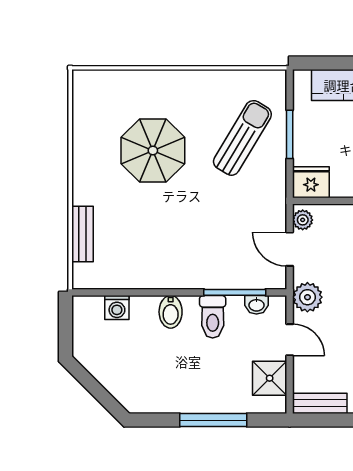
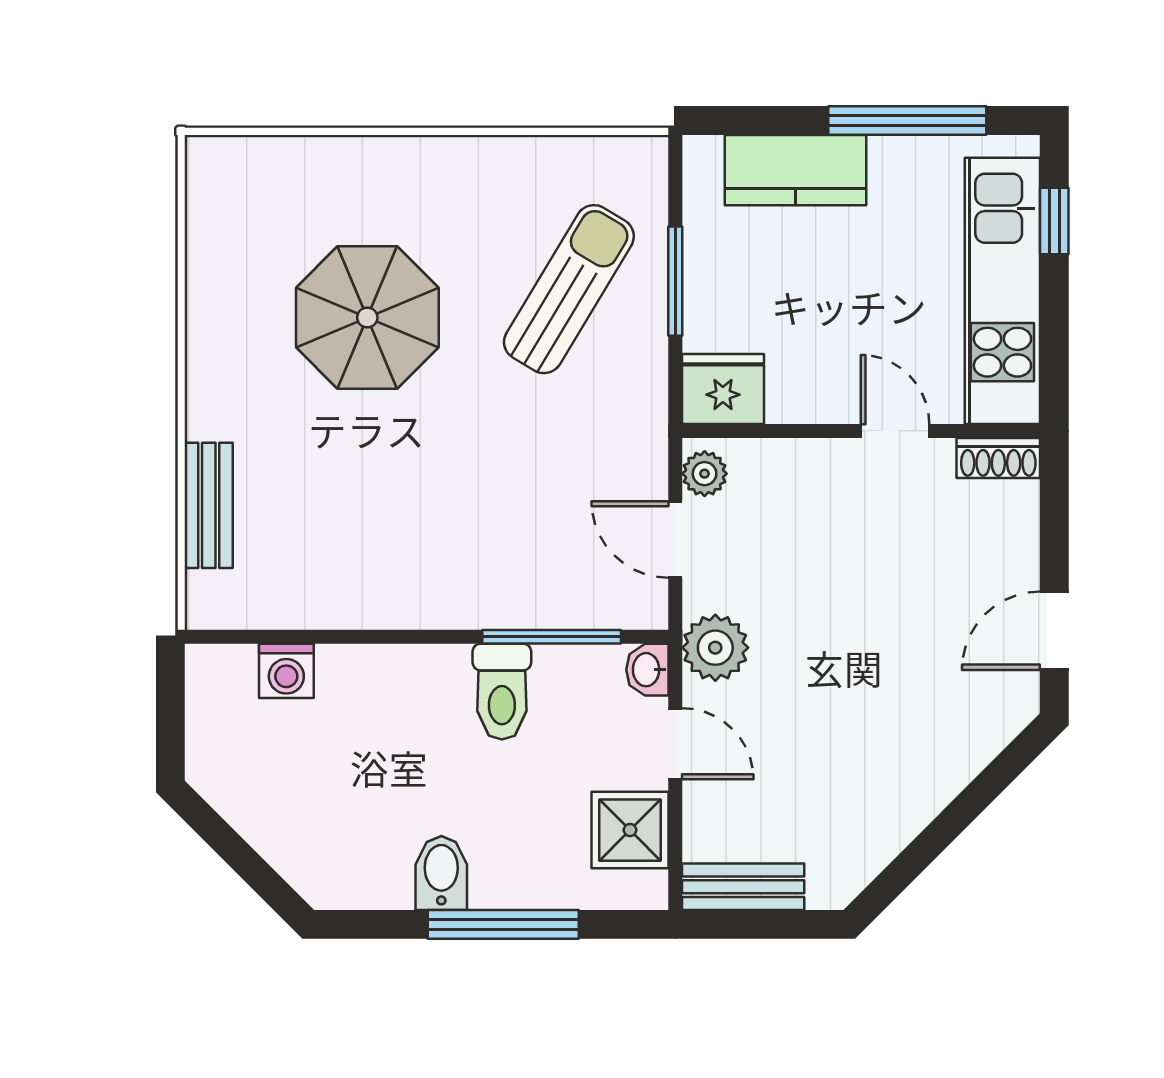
washbasin: (256, 305) -> (647, 670), moved, turned 90
bidet: (171, 312) -> (441, 873), moved, turned 180

